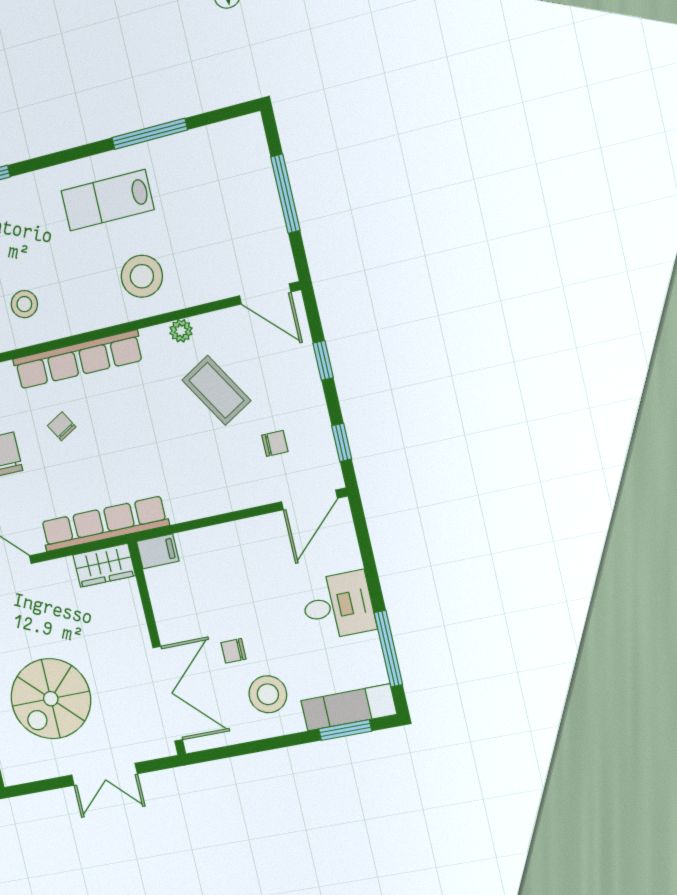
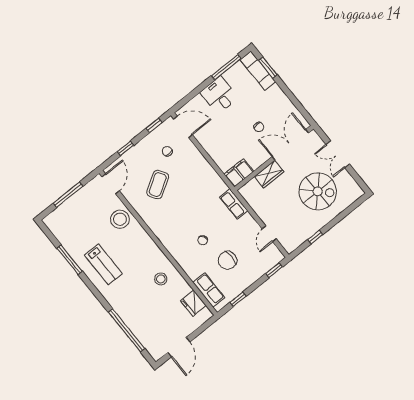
stool: (142, 276) -> (120, 219), moved
plant: (181, 331) -> (141, 210), removed
row of seats: (78, 360) -> (172, 246), removed
row of seats: (104, 524) -> (234, 204), width x0.50
filing cabinet: (158, 551) -> (239, 173), width x2.00
wardrobe: (104, 565) -> (269, 174), moved, turned 90
stool: (268, 694) -> (269, 105), removed
double door: (104, 774) -> (338, 154), swing flipped

